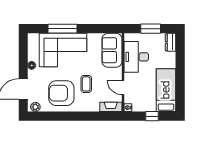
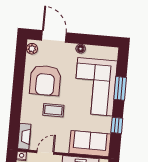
window: (63, 29) -> (120, 88), width x0.69
window: (94, 29) -> (117, 125), added
armchair: (61, 93) -> (45, 80), turned 180

